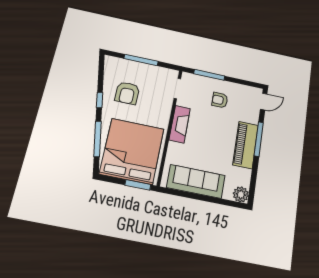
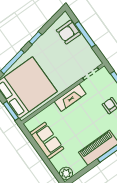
armchair: (127, 93) -> (68, 32), moved
sofa: (196, 181) -> (47, 141), width x0.73

